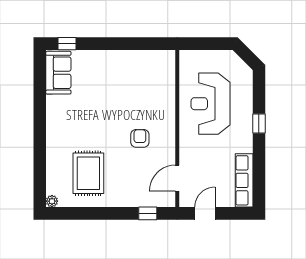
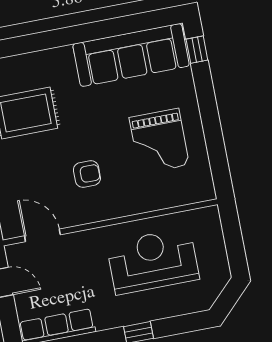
sofa: (58, 73) -> (131, 55), width x1.85, depth x1.27
grand piano: (127, 83) -> (159, 141), added

